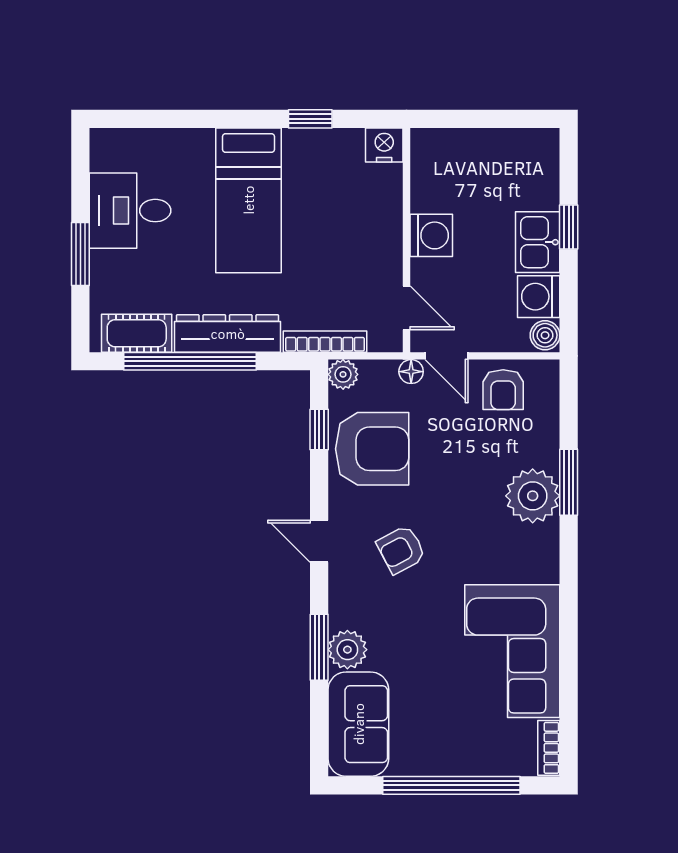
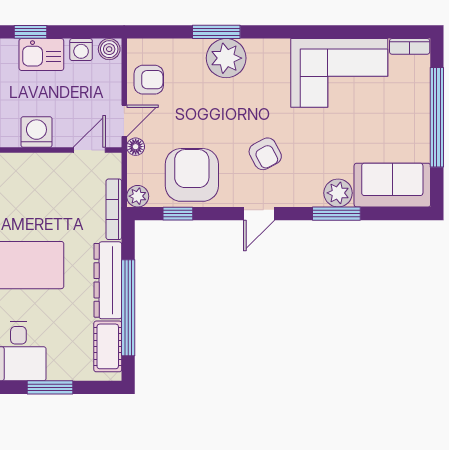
washing machine: (539, 297) -> (81, 50), width x0.73, depth x0.73

